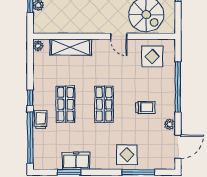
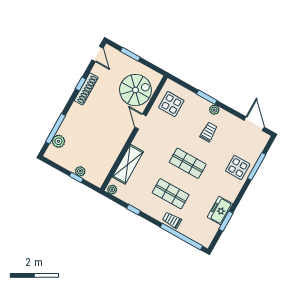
door: (119, 36) -> (140, 121), swing flipped
window: (178, 87) -> (207, 97), width x0.47
window: (30, 98) -> (133, 210), moved
plant: (170, 124) -> (214, 110), moved

